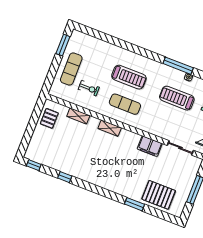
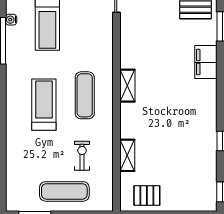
shelving: (110, 128) -> (127, 86), moved
filing cabinet: (150, 146) -> (206, 62), moved, turned 180

